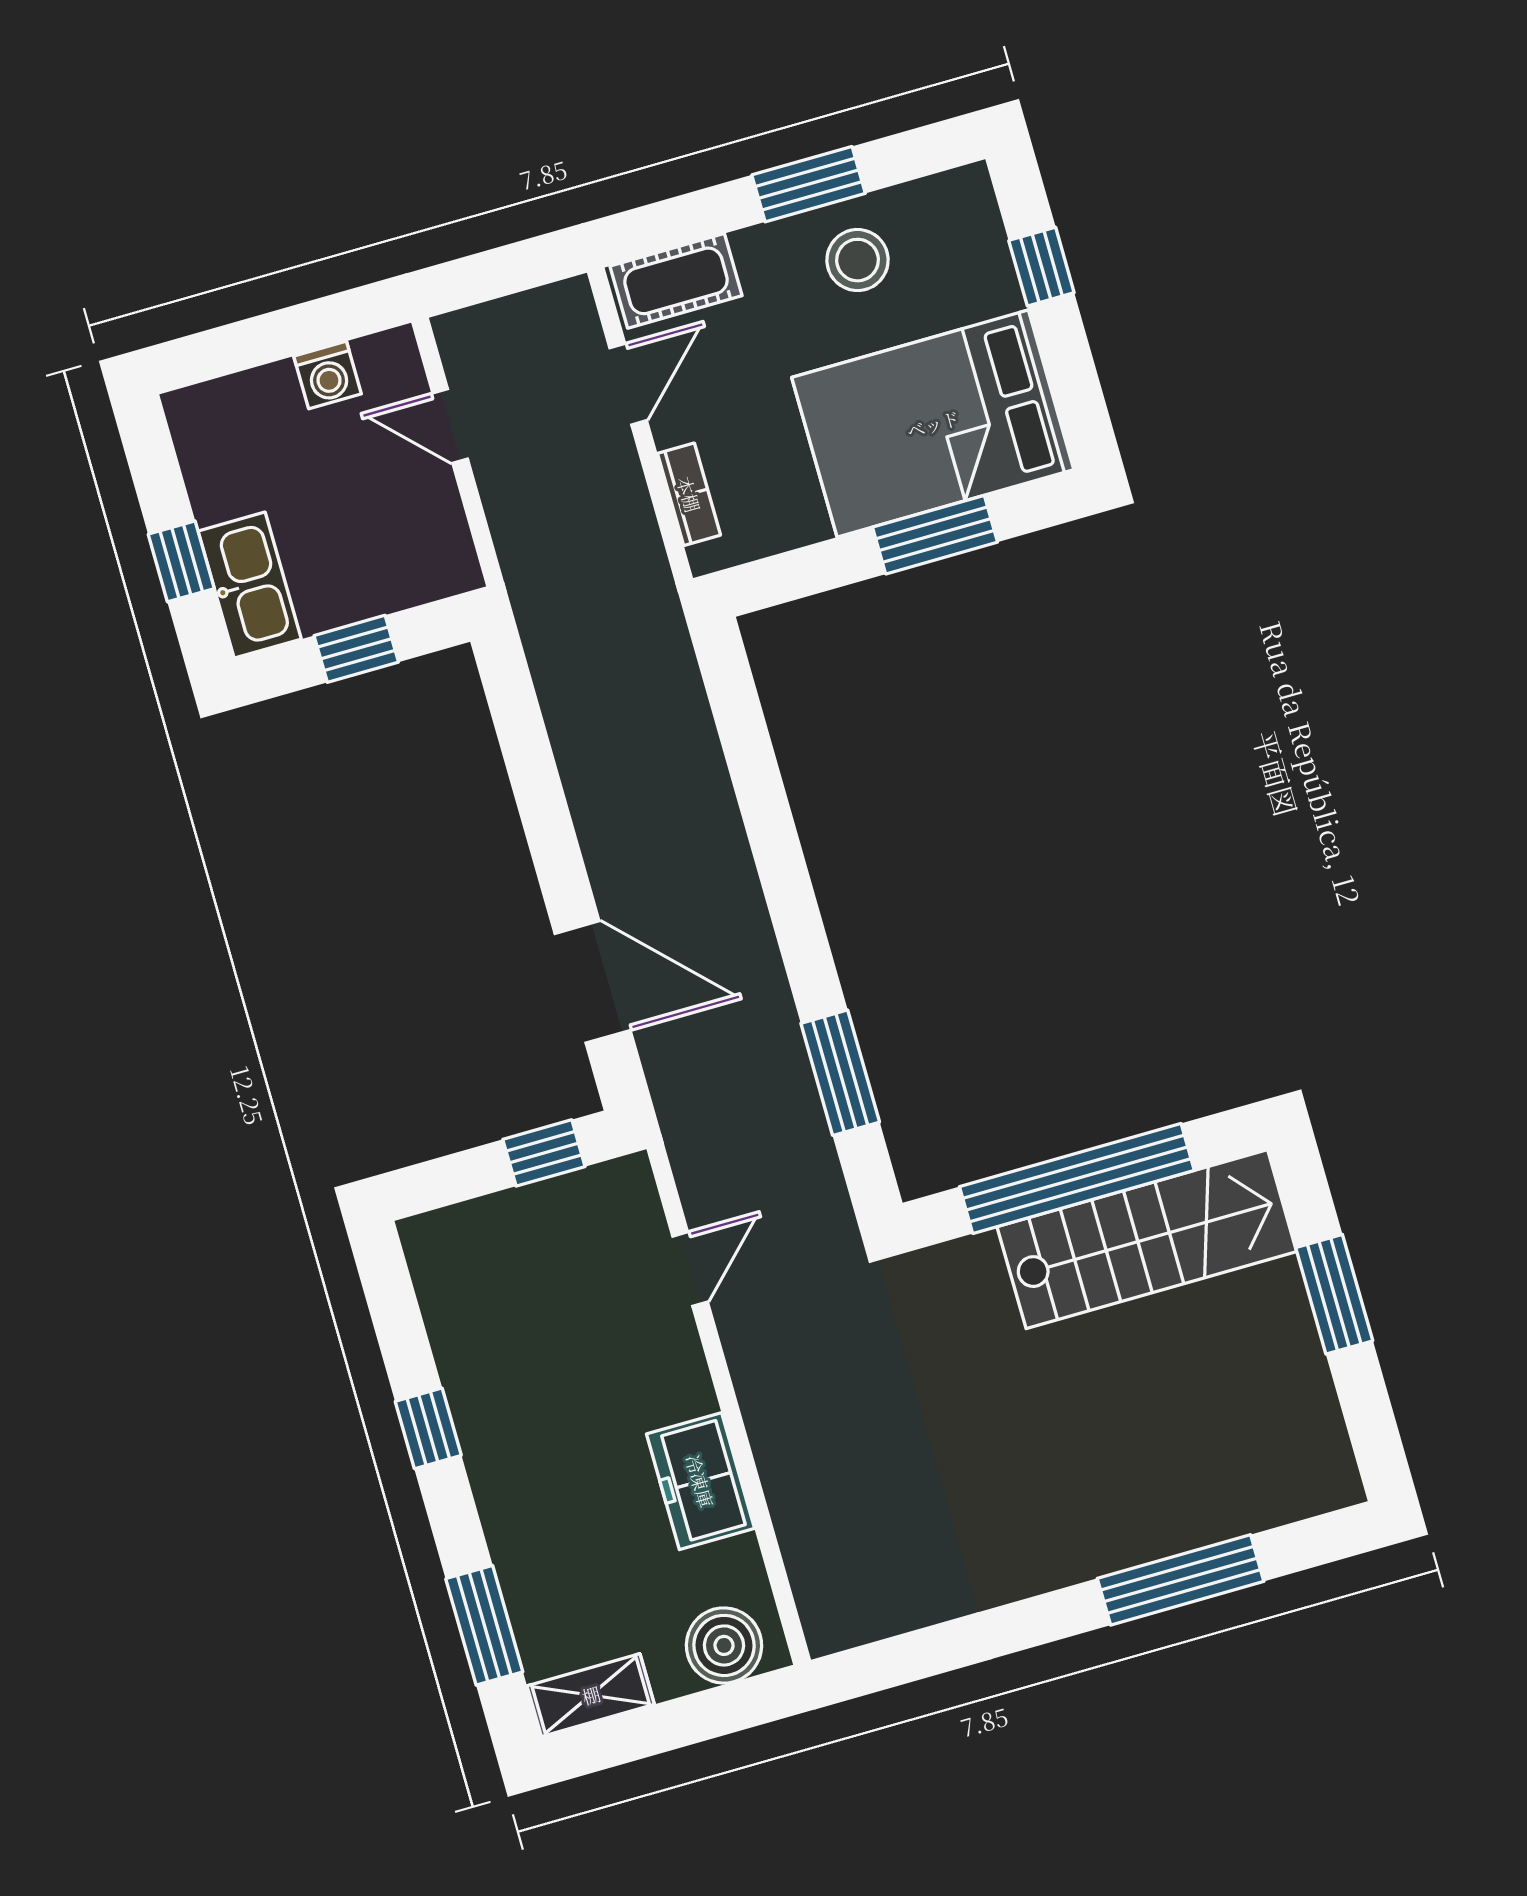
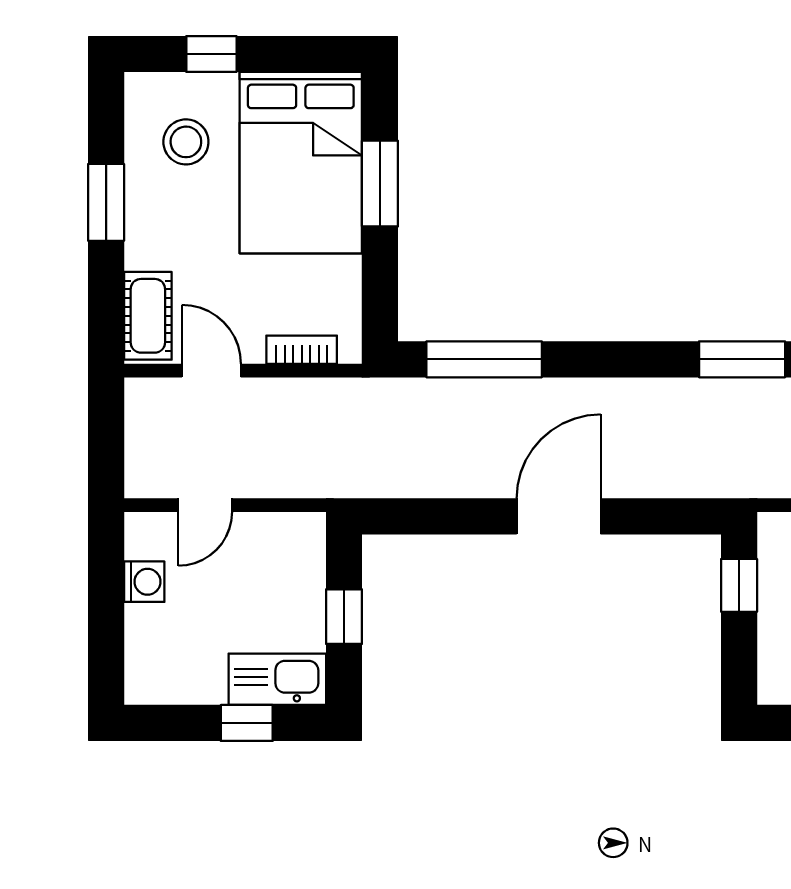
stool: (858, 260) -> (186, 142), moved
window: (744, 736) -> (484, 359), added
door: (593, 982) -> (559, 516), moved

